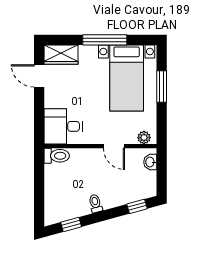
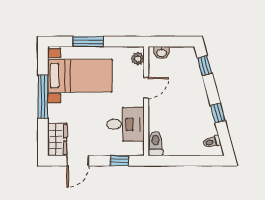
window: (39, 119) -> (119, 161), added
desk: (63, 126) -> (126, 124), moved, turned -90
toilet: (95, 203) -> (212, 142), moved
window: (71, 224) -> (218, 113), moved

